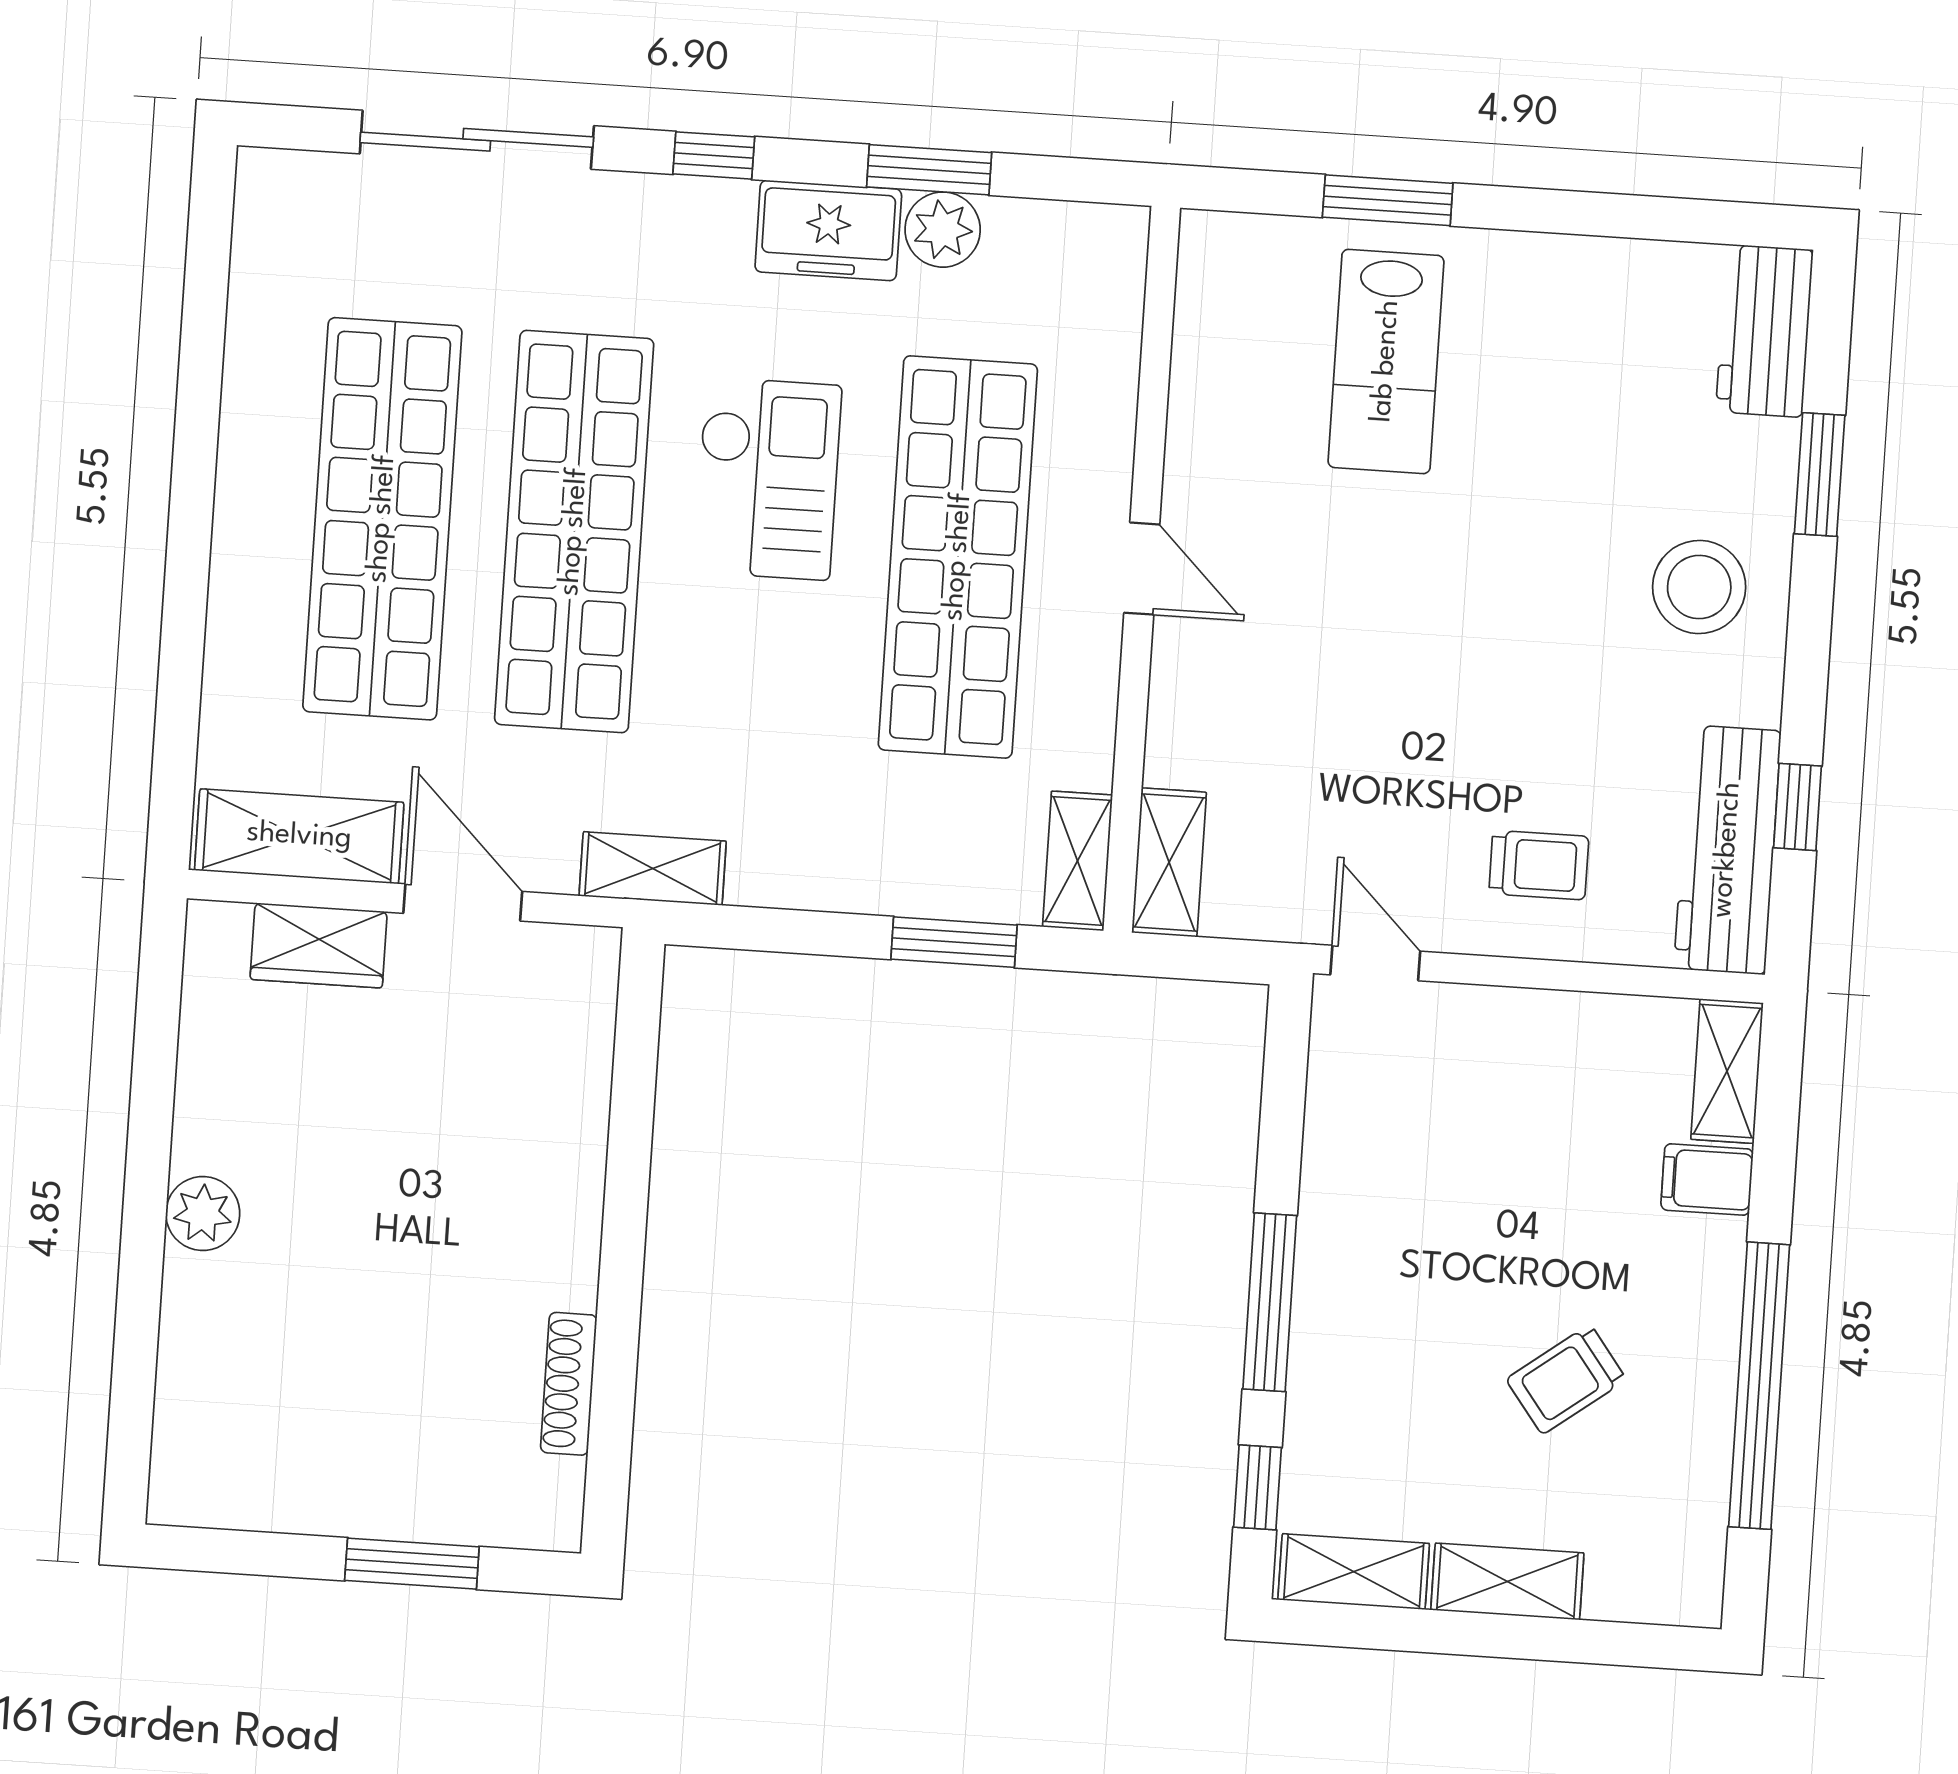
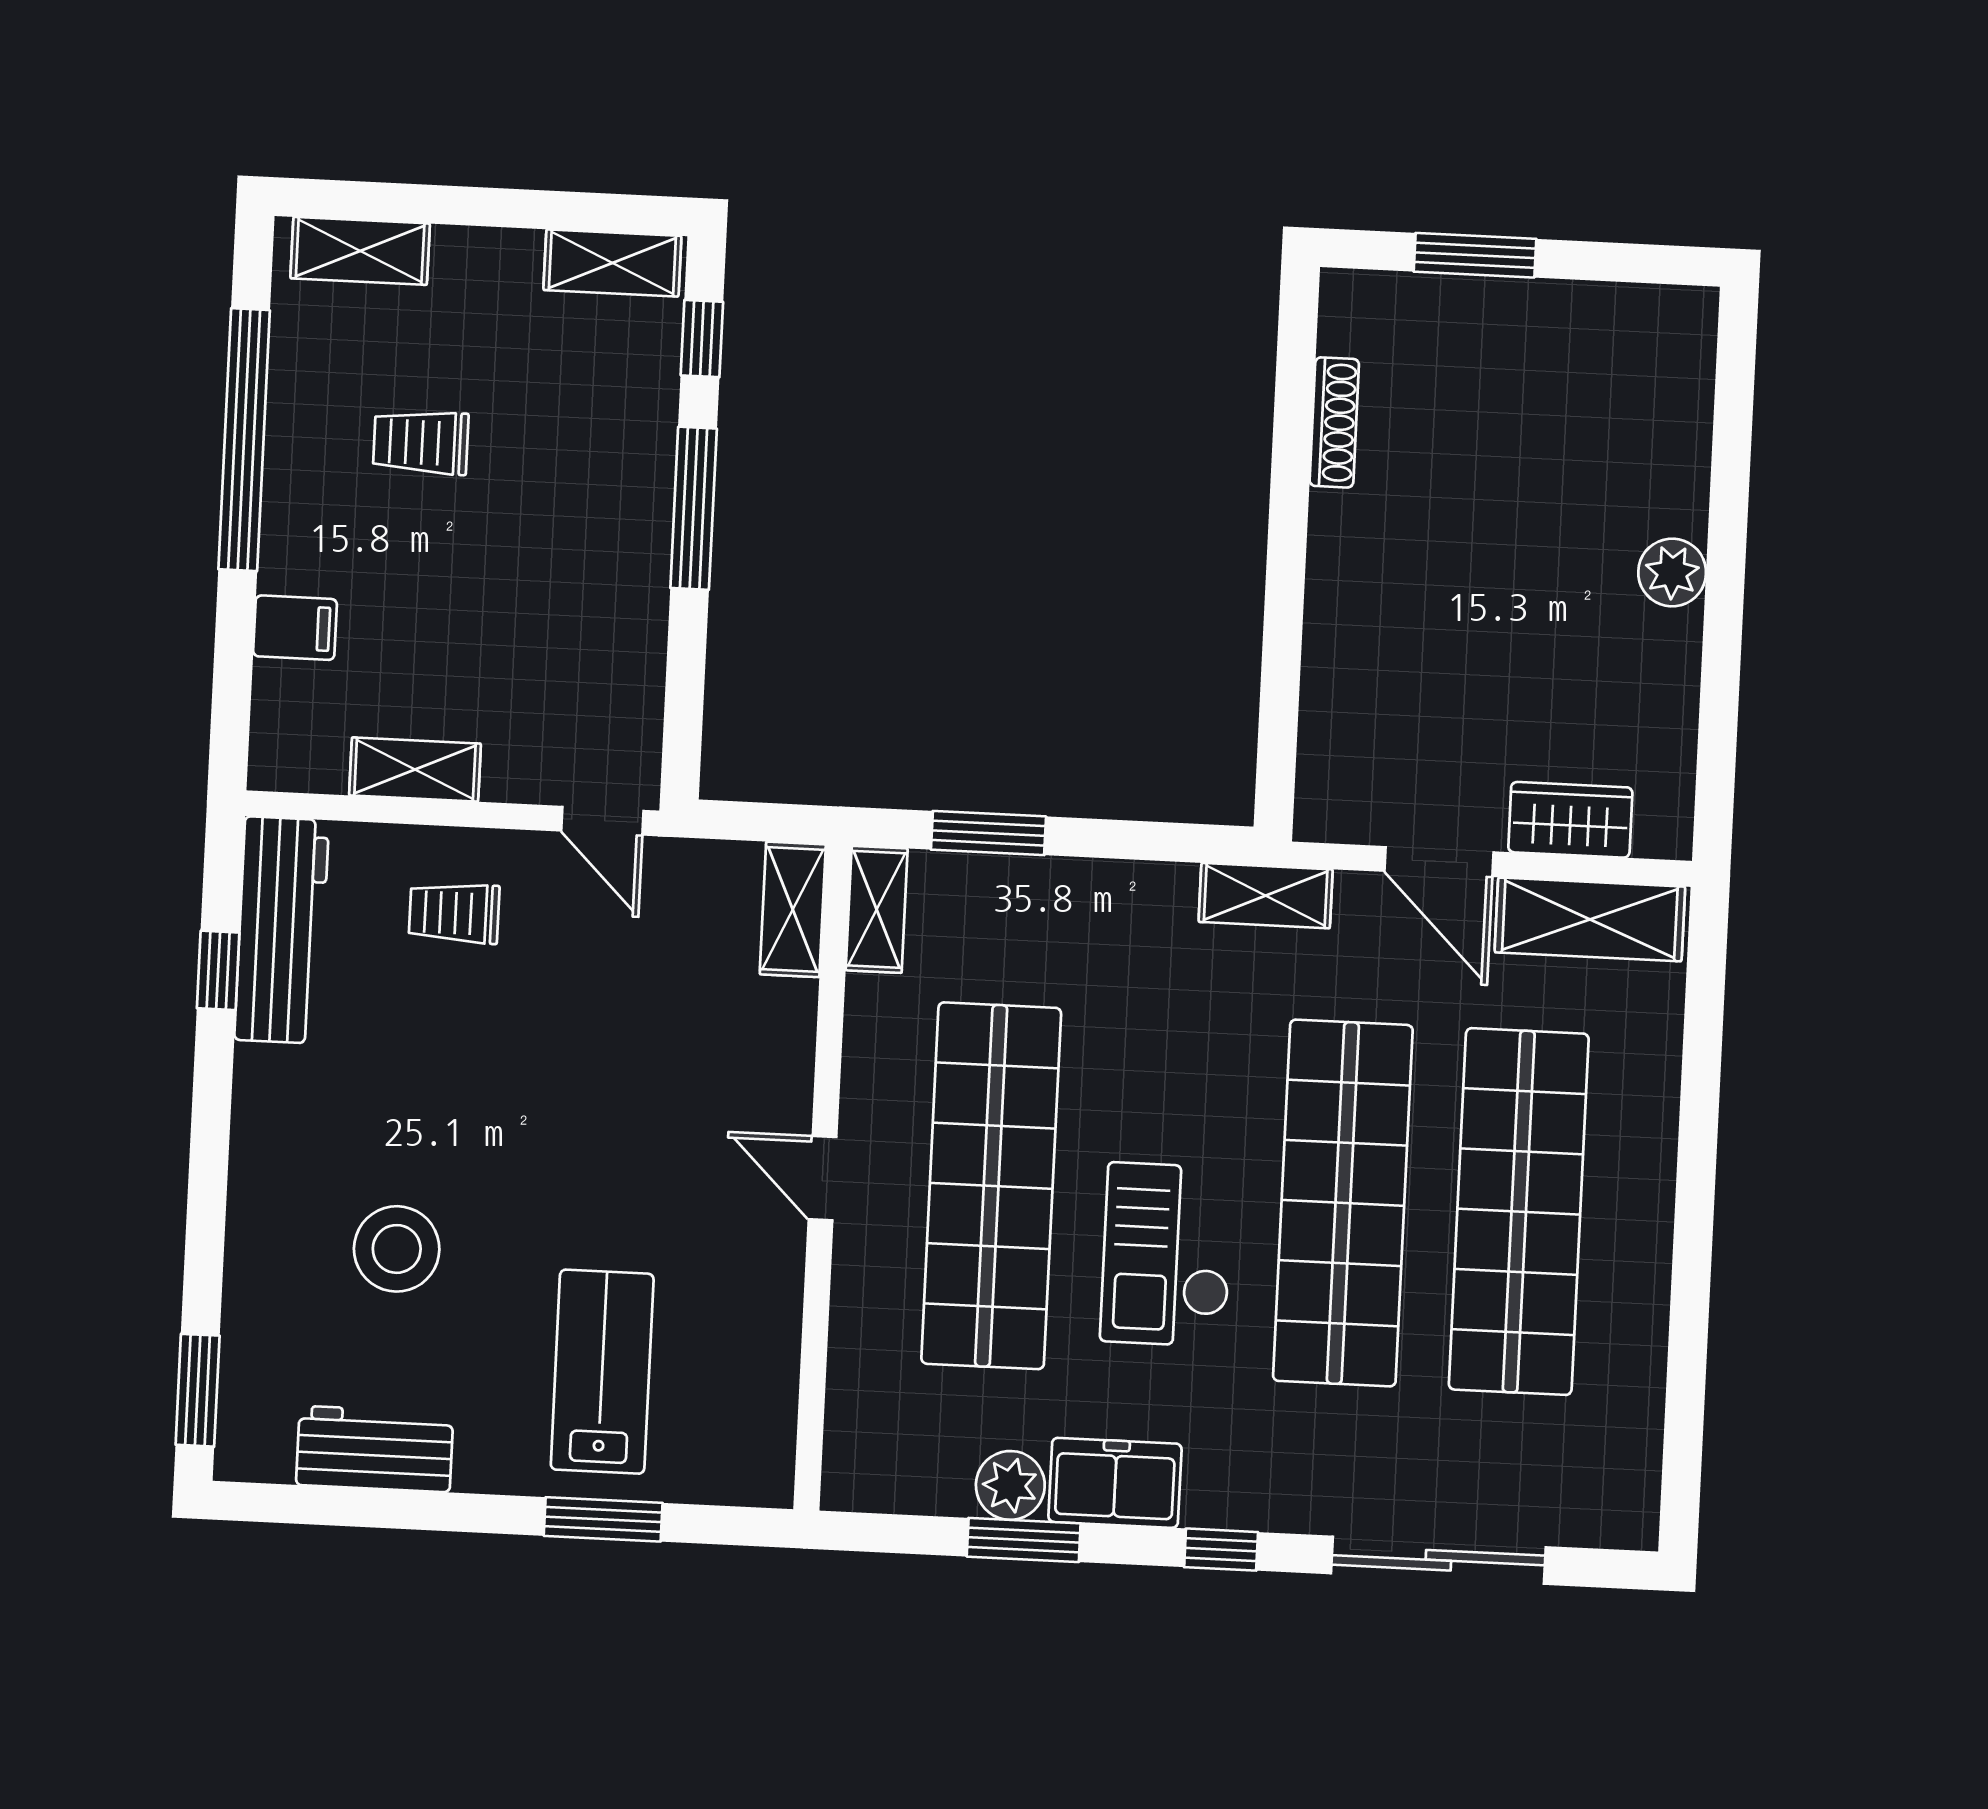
workbench: (1764, 331) -> (375, 1449), moved, turned -90
window: (1820, 475) -> (198, 1390), moved
stool: (1699, 587) -> (397, 1249), moved
shelving: (1727, 1071) -> (415, 769), moved, turned 90
trolley: (1566, 1379) -> (421, 442), turned -143
shelving: (1507, 1581) -> (360, 251), moved

